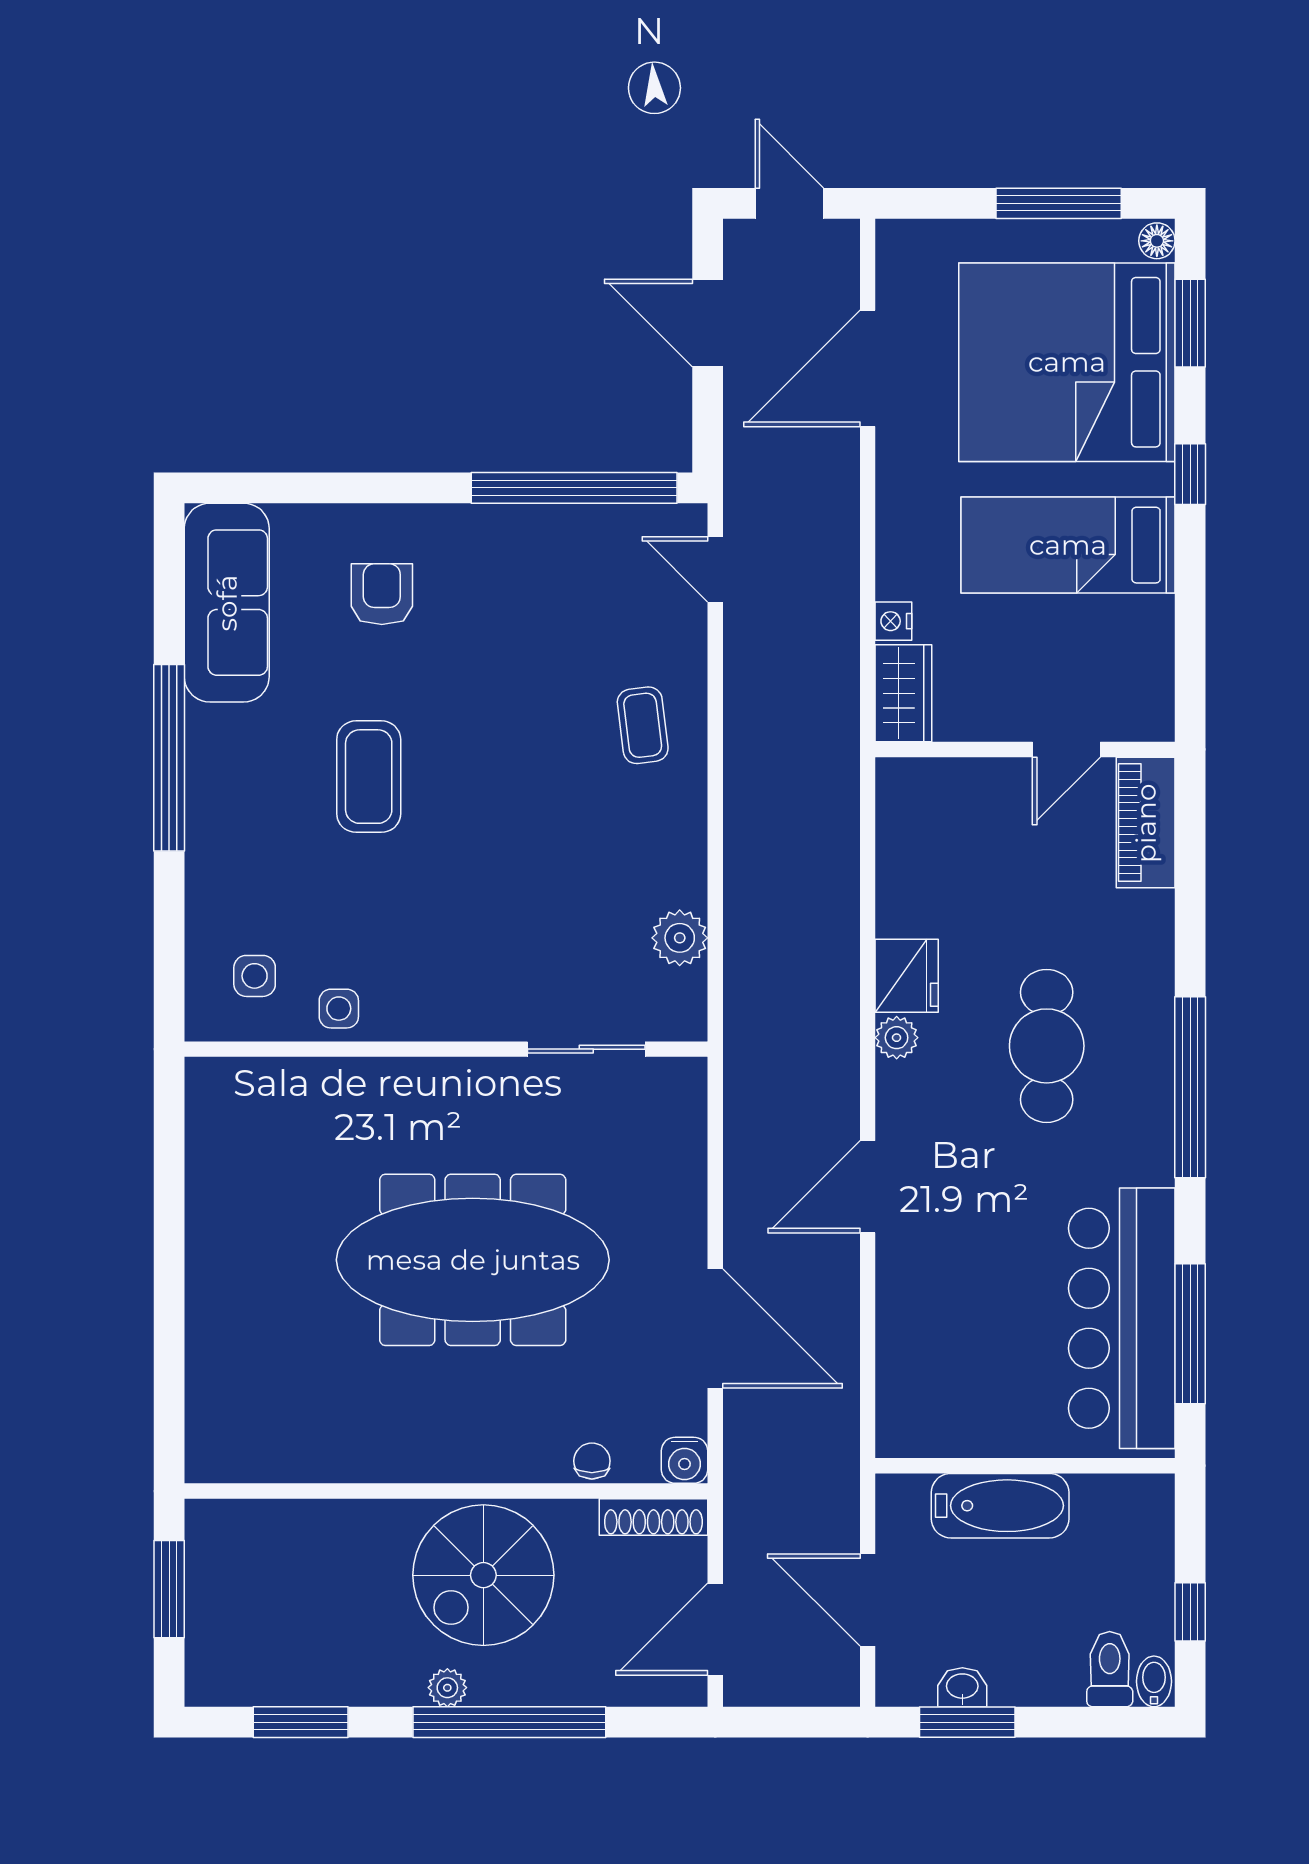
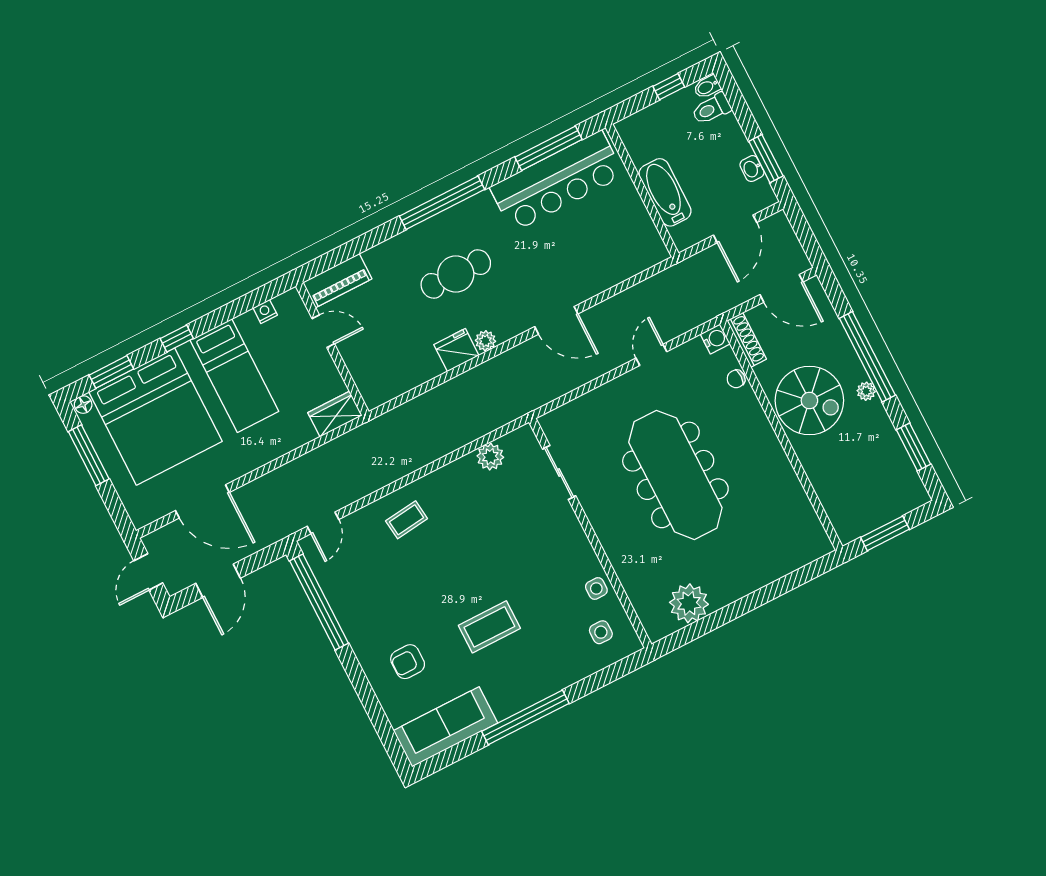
nightstand: (893, 621) -> (265, 312), moved, turned 180
plant: (225, 1164) -> (689, 603), added
door: (715, 1328) -> (651, 355), width x0.53

